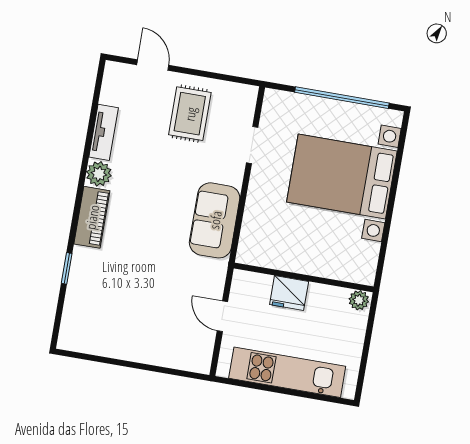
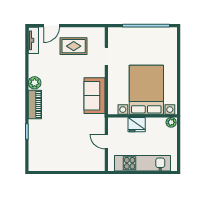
door: (153, 65) -> (52, 26), swing flipped
rug: (190, 114) -> (74, 46), turned 90
tv unit: (104, 132) -> (33, 40), moved
bed with nightstands: (342, 177) -> (146, 90), moved, turned 90

